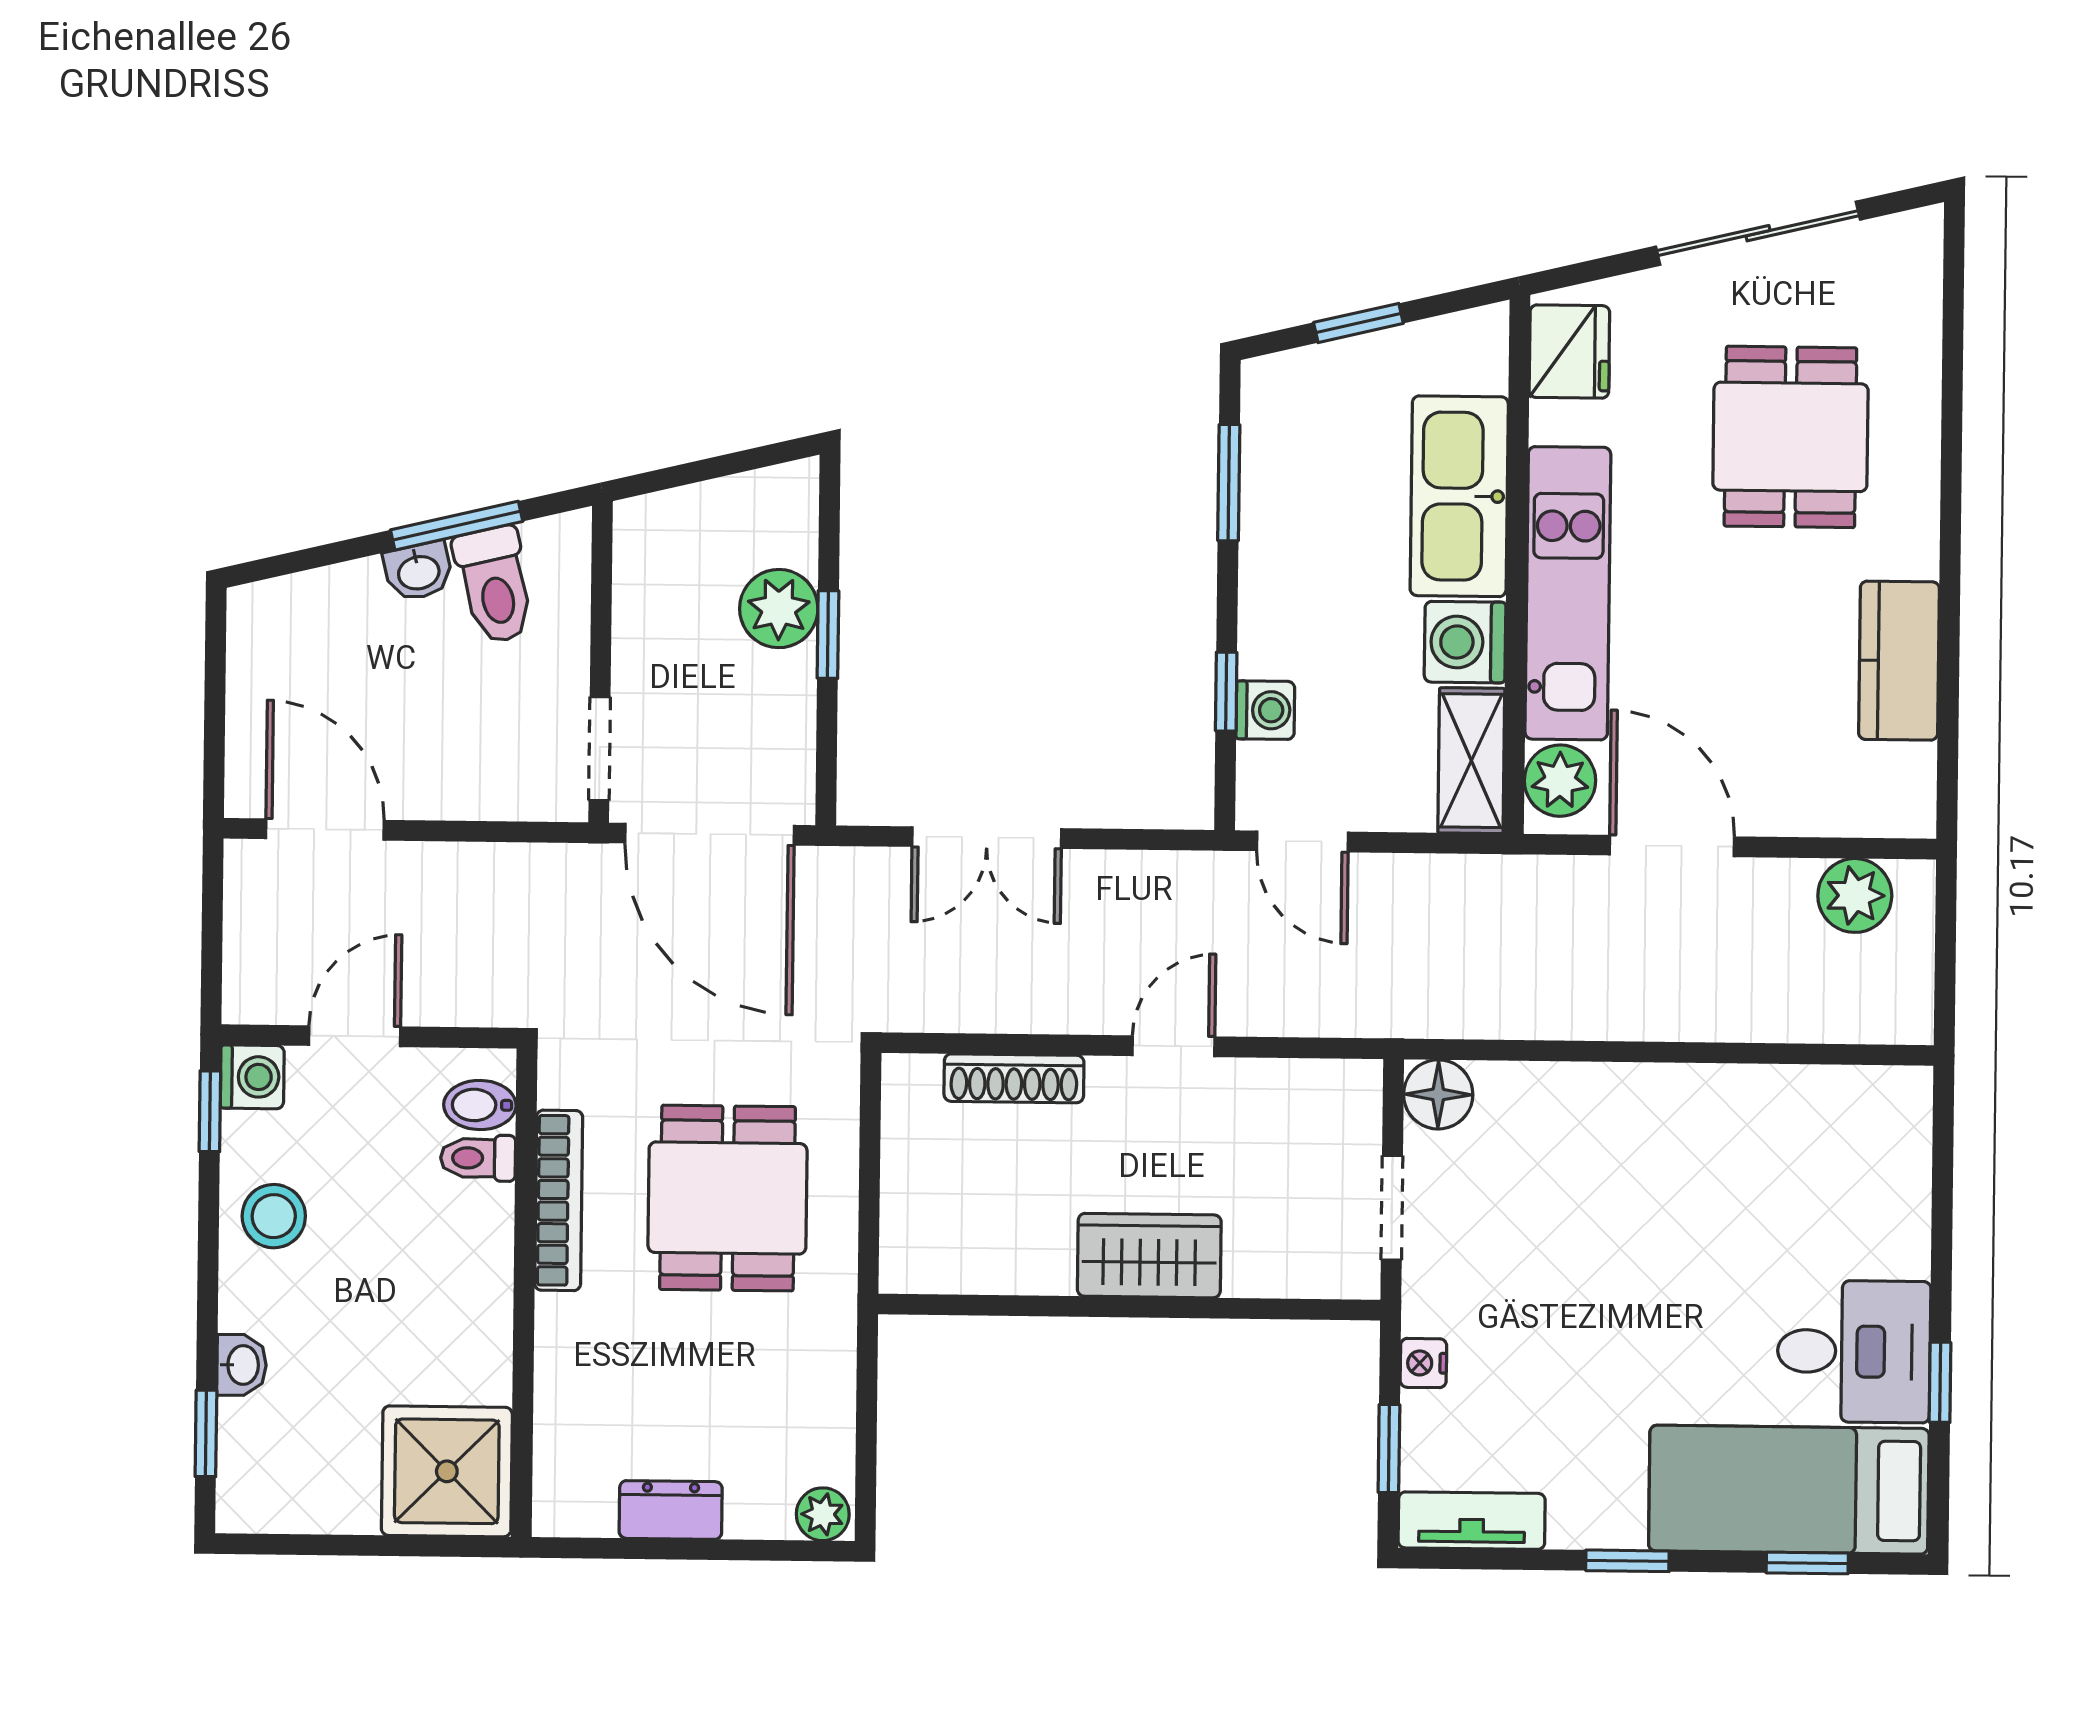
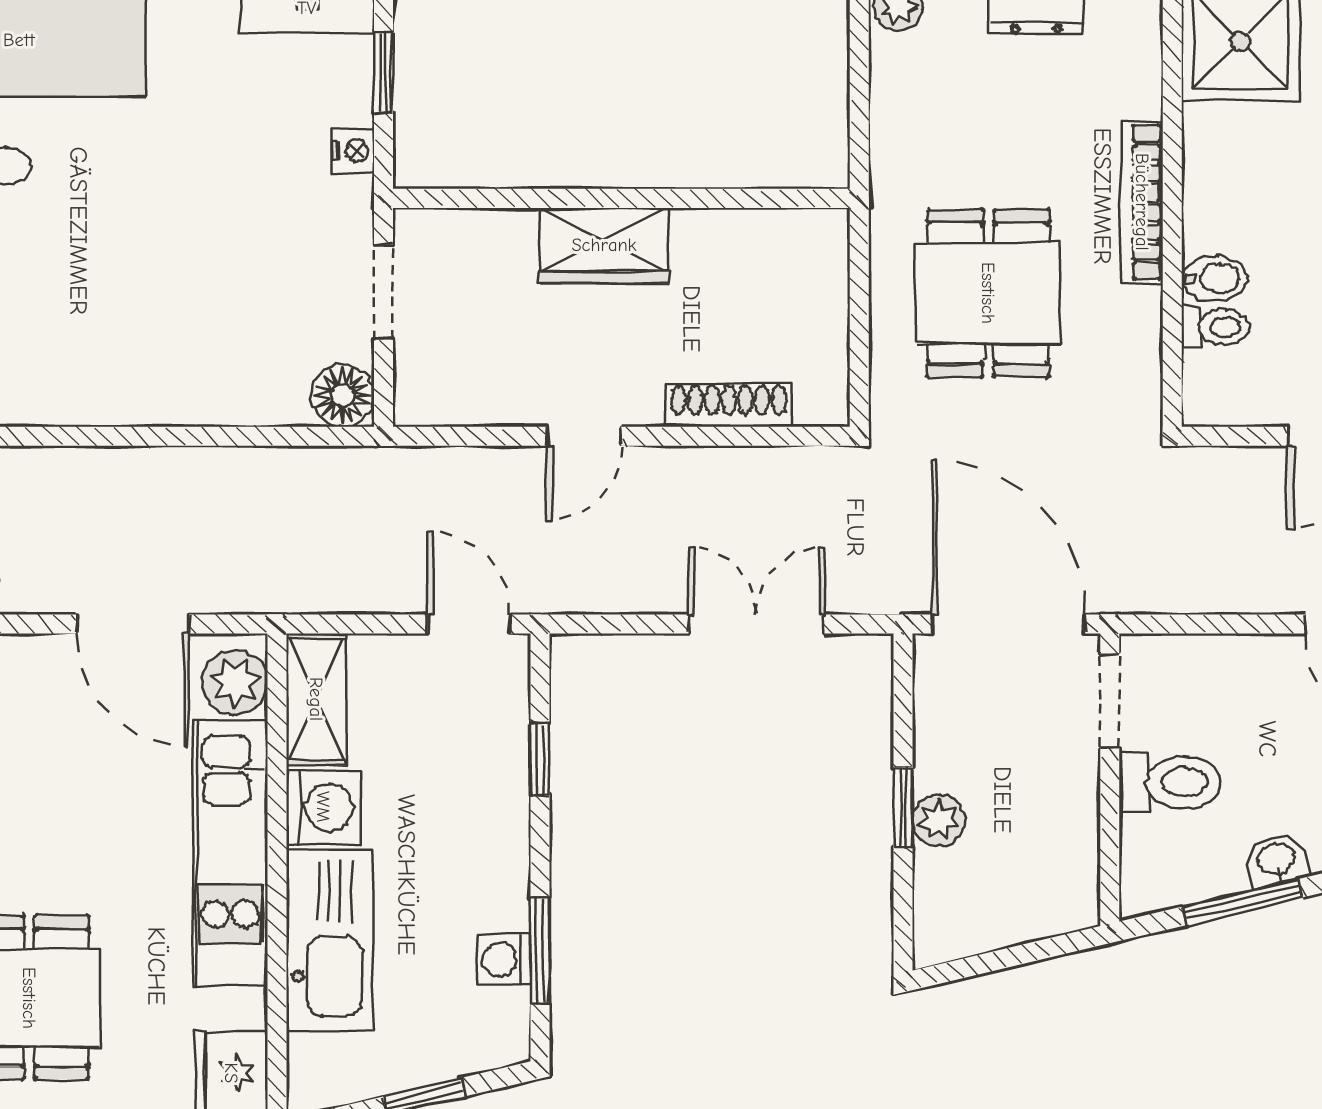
toilet: (495, 585) -> (1170, 782), moved, turned 103
plant: (779, 609) -> (938, 820), width x0.73, depth x0.73
washing machine: (1265, 710) -> (504, 959), moved
bidet: (480, 1105) -> (1215, 278), moved
bookcase: (559, 1200) -> (1142, 202), moved

